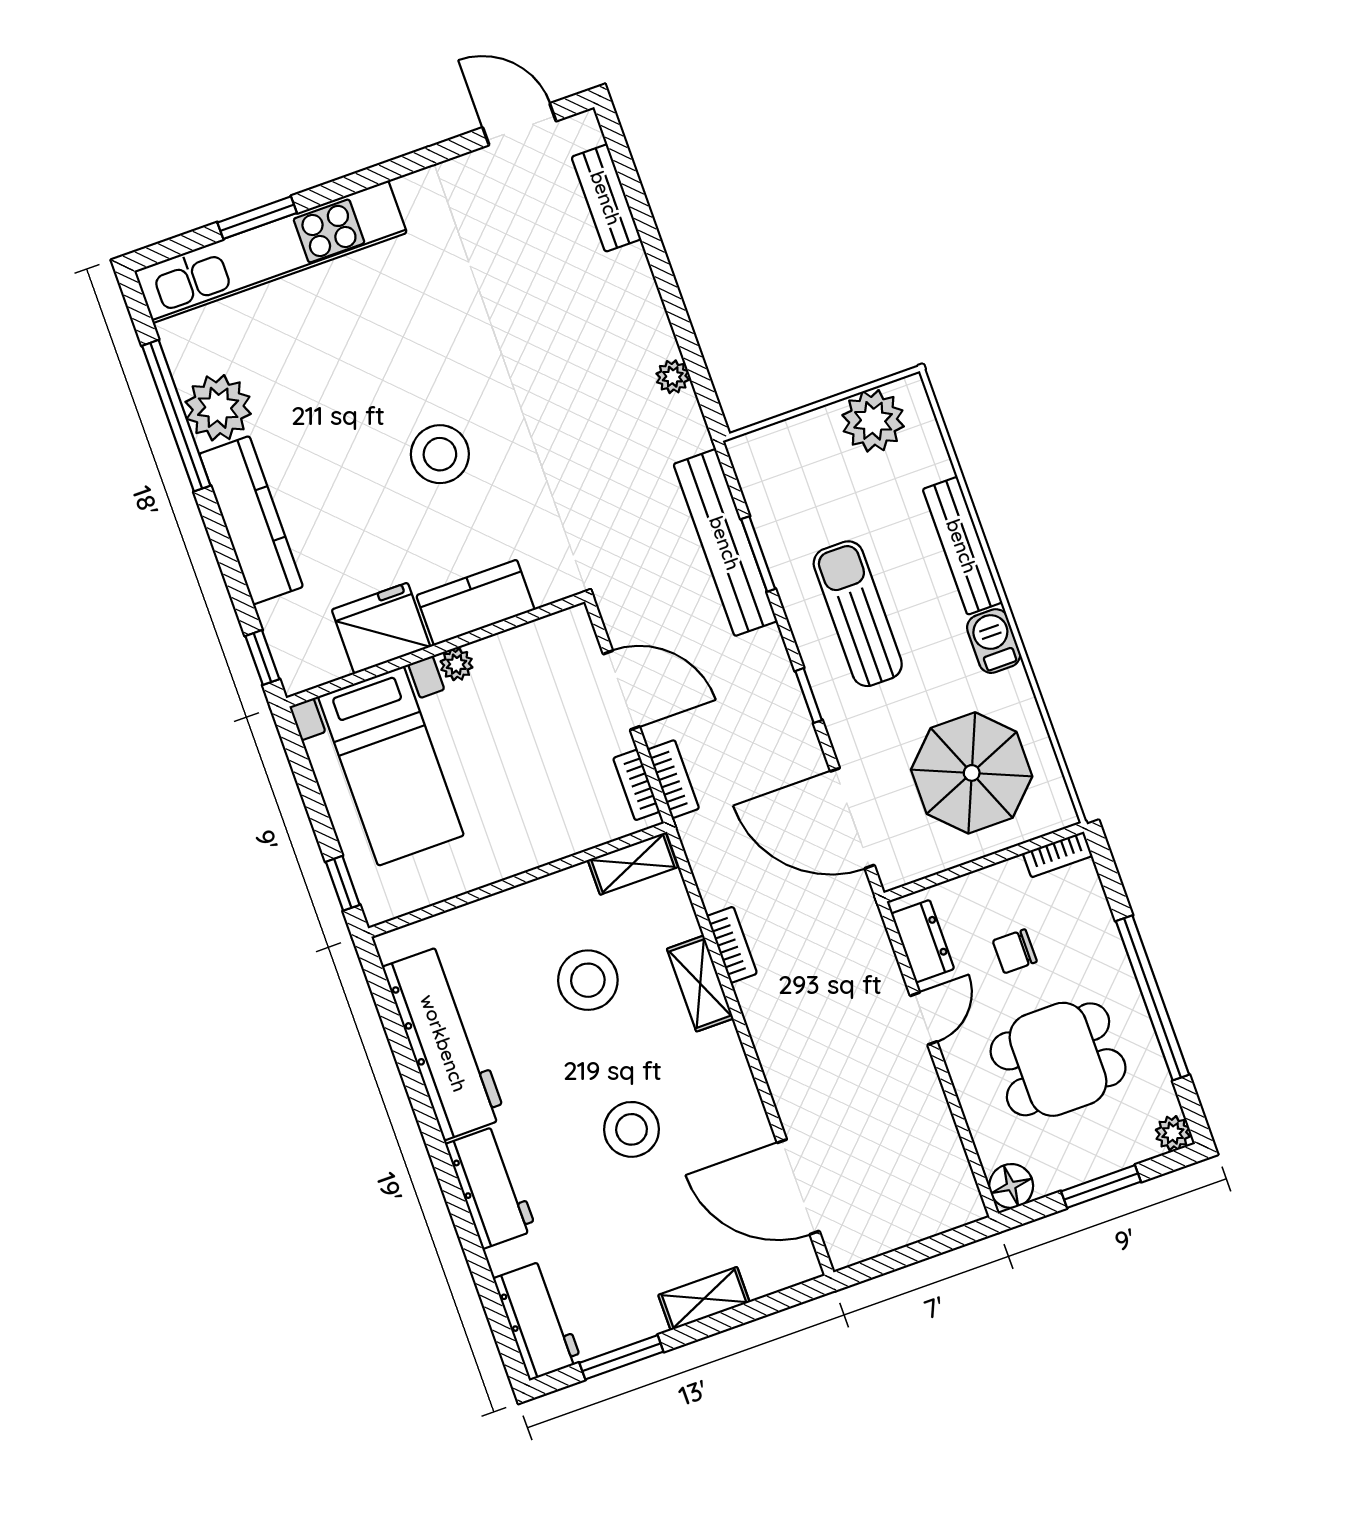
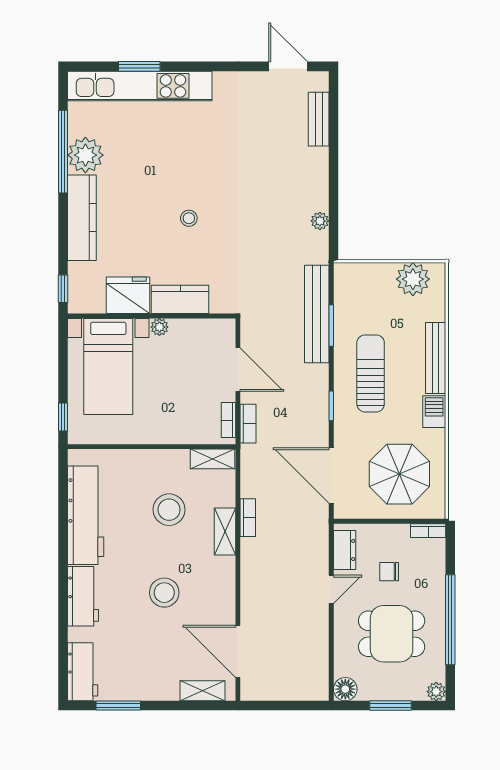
stool: (440, 454) -> (189, 218), width x0.53, depth x0.53
shelving: (704, 1299) -> (203, 691), moved

